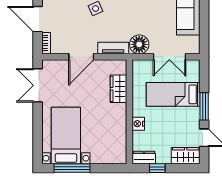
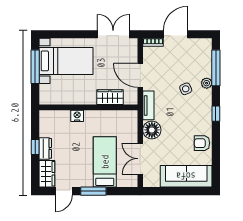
wardrobe: (118, 89) -> (110, 97), moved
wall: (129, 112) -> (88, 107), moved
nightstand: (138, 124) -> (77, 116), moved
dresser: (144, 158) -> (45, 148), moved

